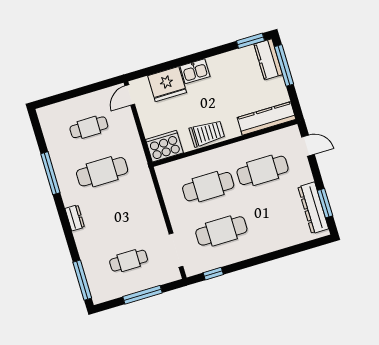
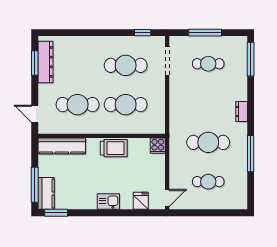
fridge: (167, 84) -> (141, 201), width x0.53, depth x0.75
trolley: (207, 133) -> (114, 148), turned 180
cooker: (164, 146) -> (158, 146), width x0.53, depth x0.76

